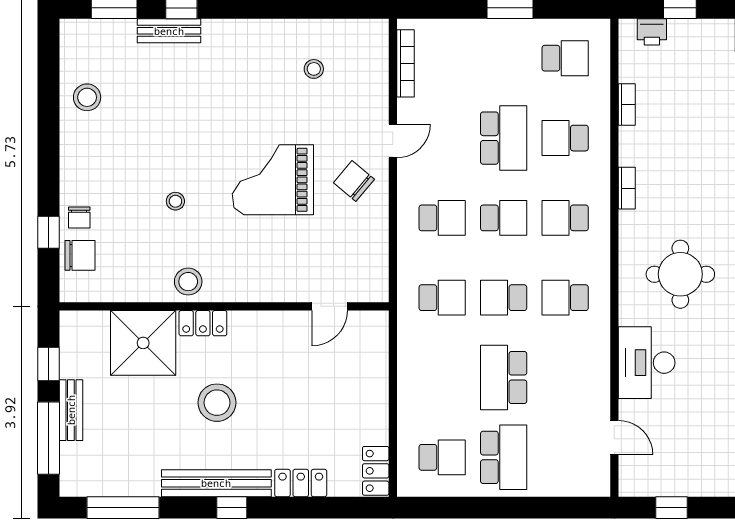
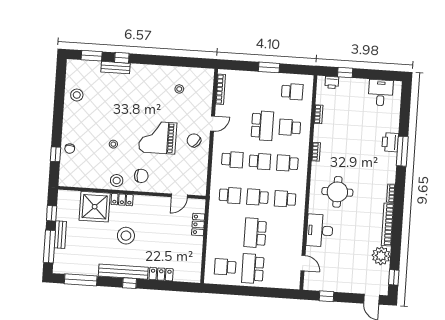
chair: (80, 255) -> (141, 176), moved
school desk: (442, 457) -> (225, 267), turned 180
school desk: (504, 457) -> (253, 269), turned 180
locker: (376, 471) -> (198, 224), moved

